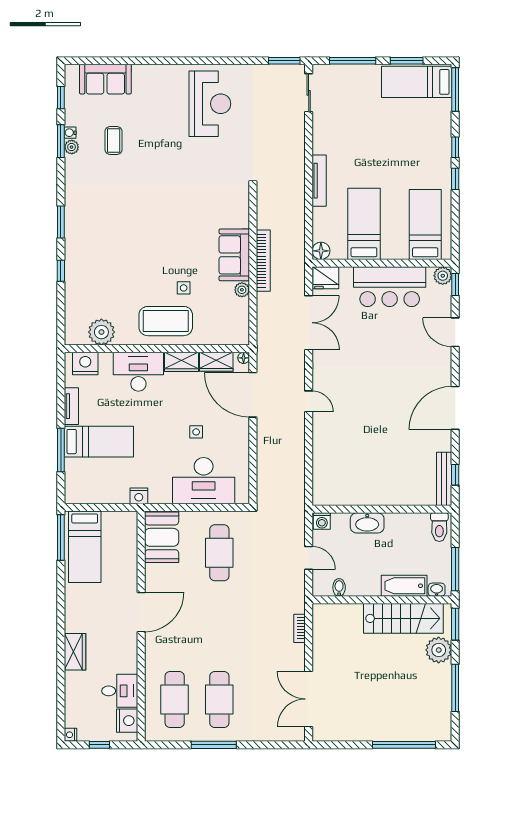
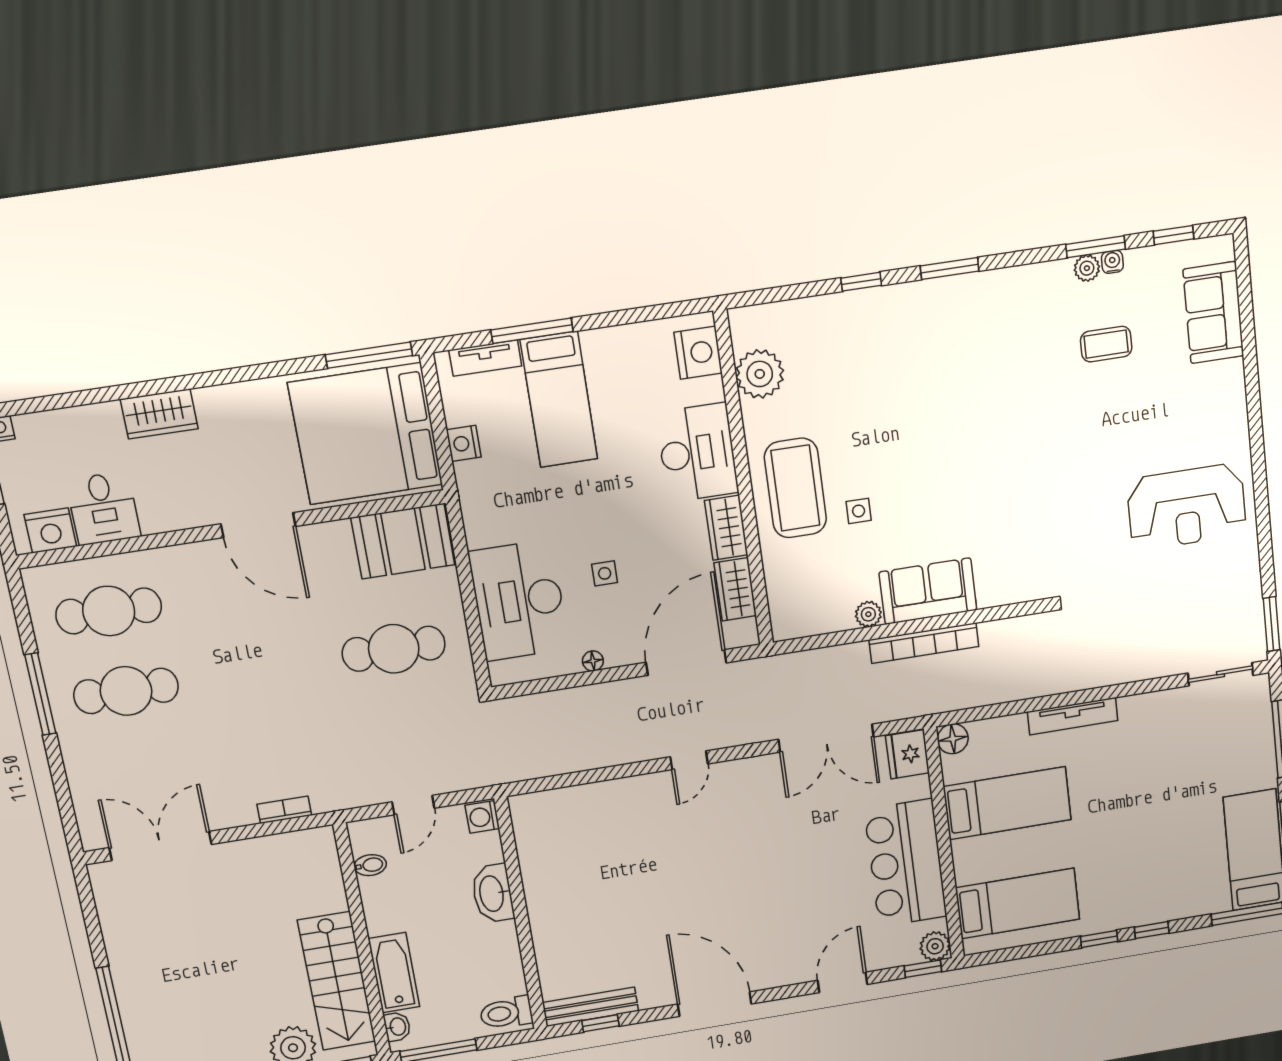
floor lamp: (244, 358) -> (593, 661), moved
tv unit: (71, 406) -> (485, 358), moved
nightstand: (139, 496) -> (464, 443), moved
bed: (85, 547) -> (366, 434), width x2.04

